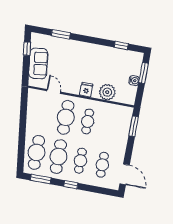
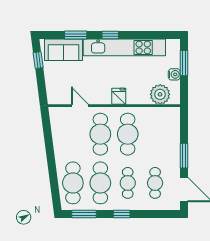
window: (121, 46) -> (110, 35), moved
kitchen unit: (98, 51) -> (124, 47), added
sofa: (38, 63) -> (64, 50), moved, turned 97
plant: (107, 92) -> (160, 94), moved
cafe table: (88, 121) -> (128, 134), width x1.37, depth x1.35
window: (134, 126) -> (184, 156), moved

